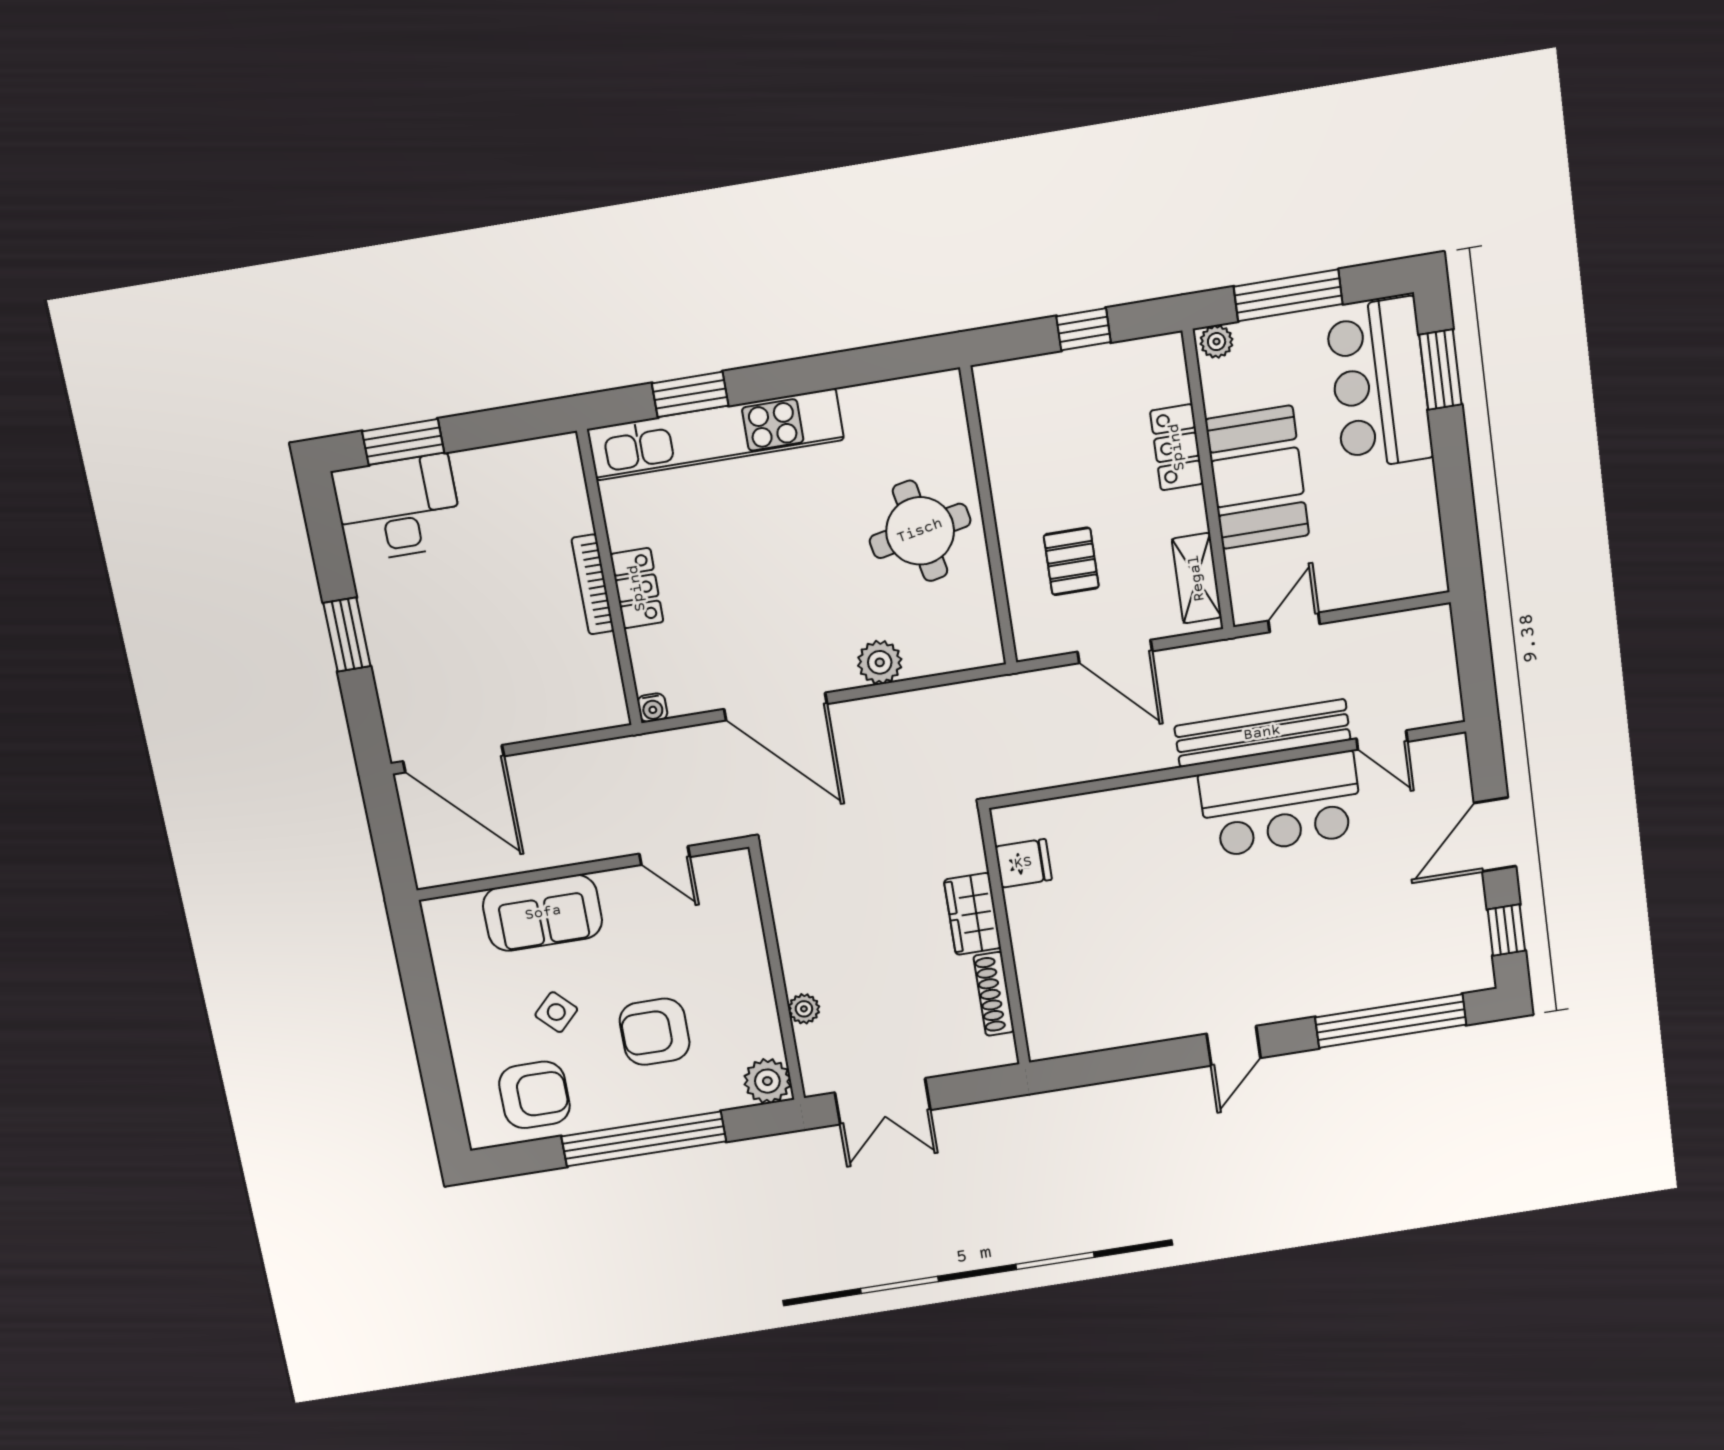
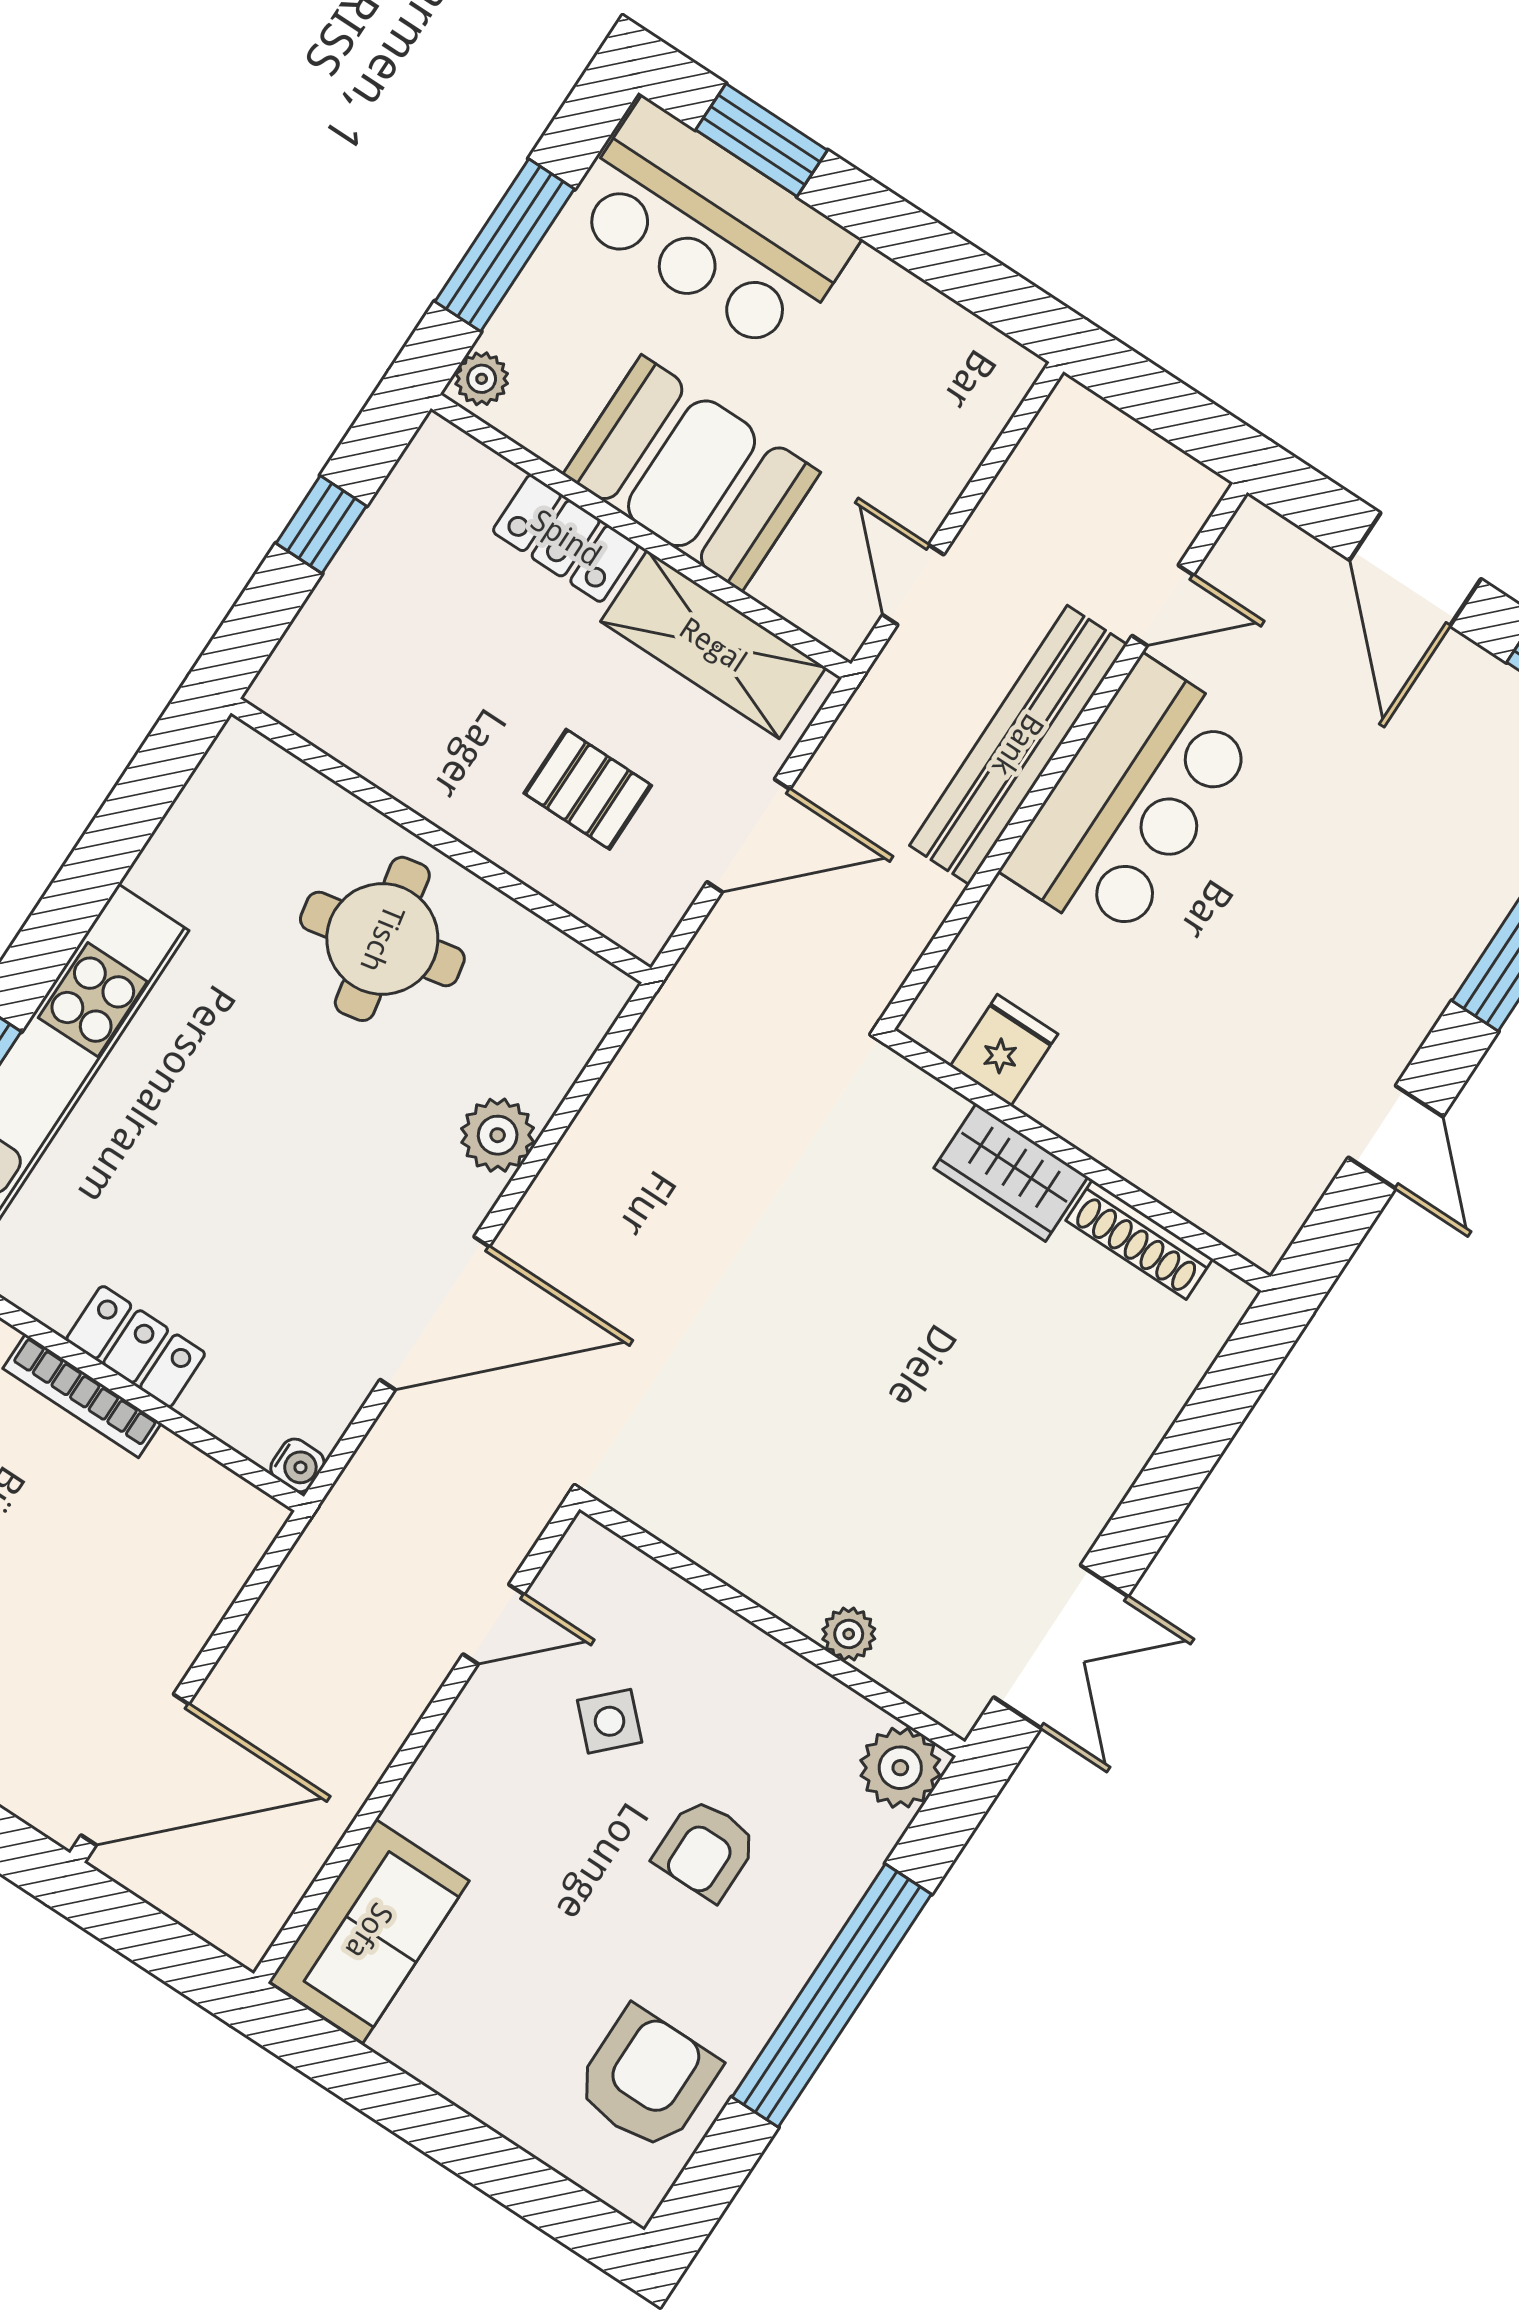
shelving: (1197, 578) -> (713, 645), width x1.50, depth x1.33
fridge: (1023, 863) -> (1004, 1050), moved
sofa: (543, 913) -> (369, 1931), moved
wardrobe: (973, 914) -> (1011, 1172), moved
wall: (1004, 937) -> (1078, 1160), moved
shoe rack: (994, 994) -> (1139, 1240), moved
side table: (556, 1012) -> (610, 1721), moved
armchair: (655, 1032) -> (705, 1849), width x0.72, depth x0.72

